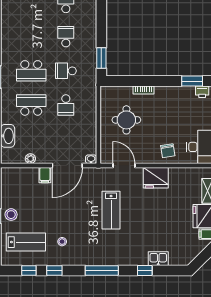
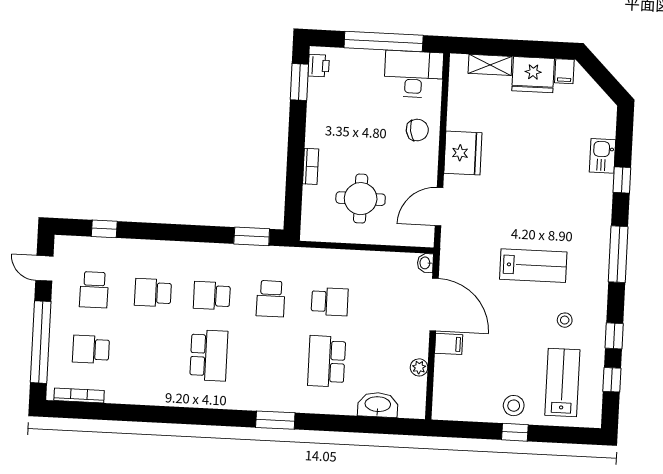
school desk: (31, 71) -> (209, 355), moved
lab bench: (111, 210) -> (533, 266), moved

